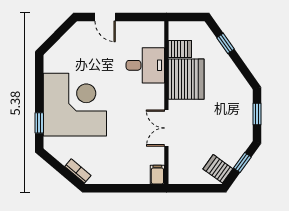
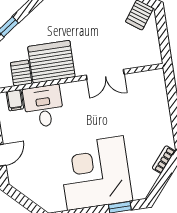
filing cabinet: (157, 175) -> (15, 100), moved, turned -90

